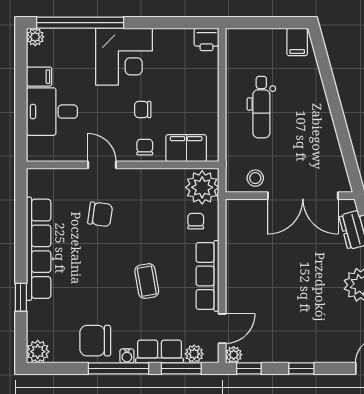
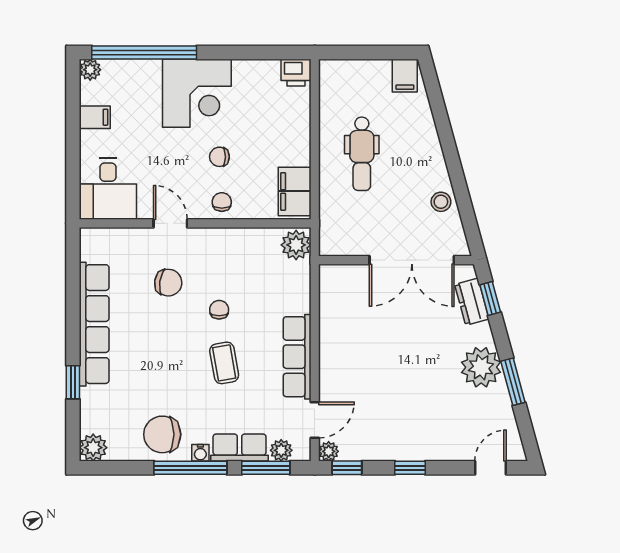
desk: (52, 112) -> (108, 189), moved, turned -90
filing cabinet: (186, 148) -> (295, 191), moved, turned -90
stool: (255, 178) -> (441, 202), moved
plant: (202, 187) -> (296, 245), width x0.73, depth x0.73
chair: (196, 221) -> (219, 310), moved

